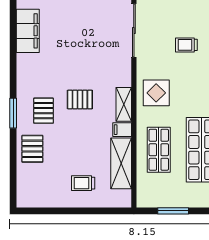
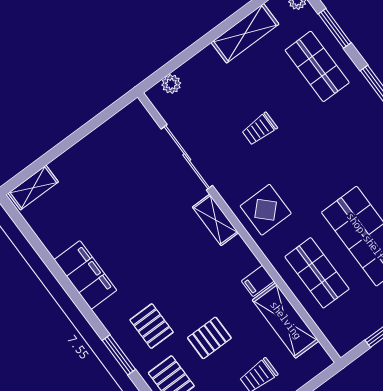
filing cabinet: (28, 31) -> (85, 275), moved
pallet: (80, 100) -> (209, 338), moved
shelving: (124, 104) -> (215, 220), moved

